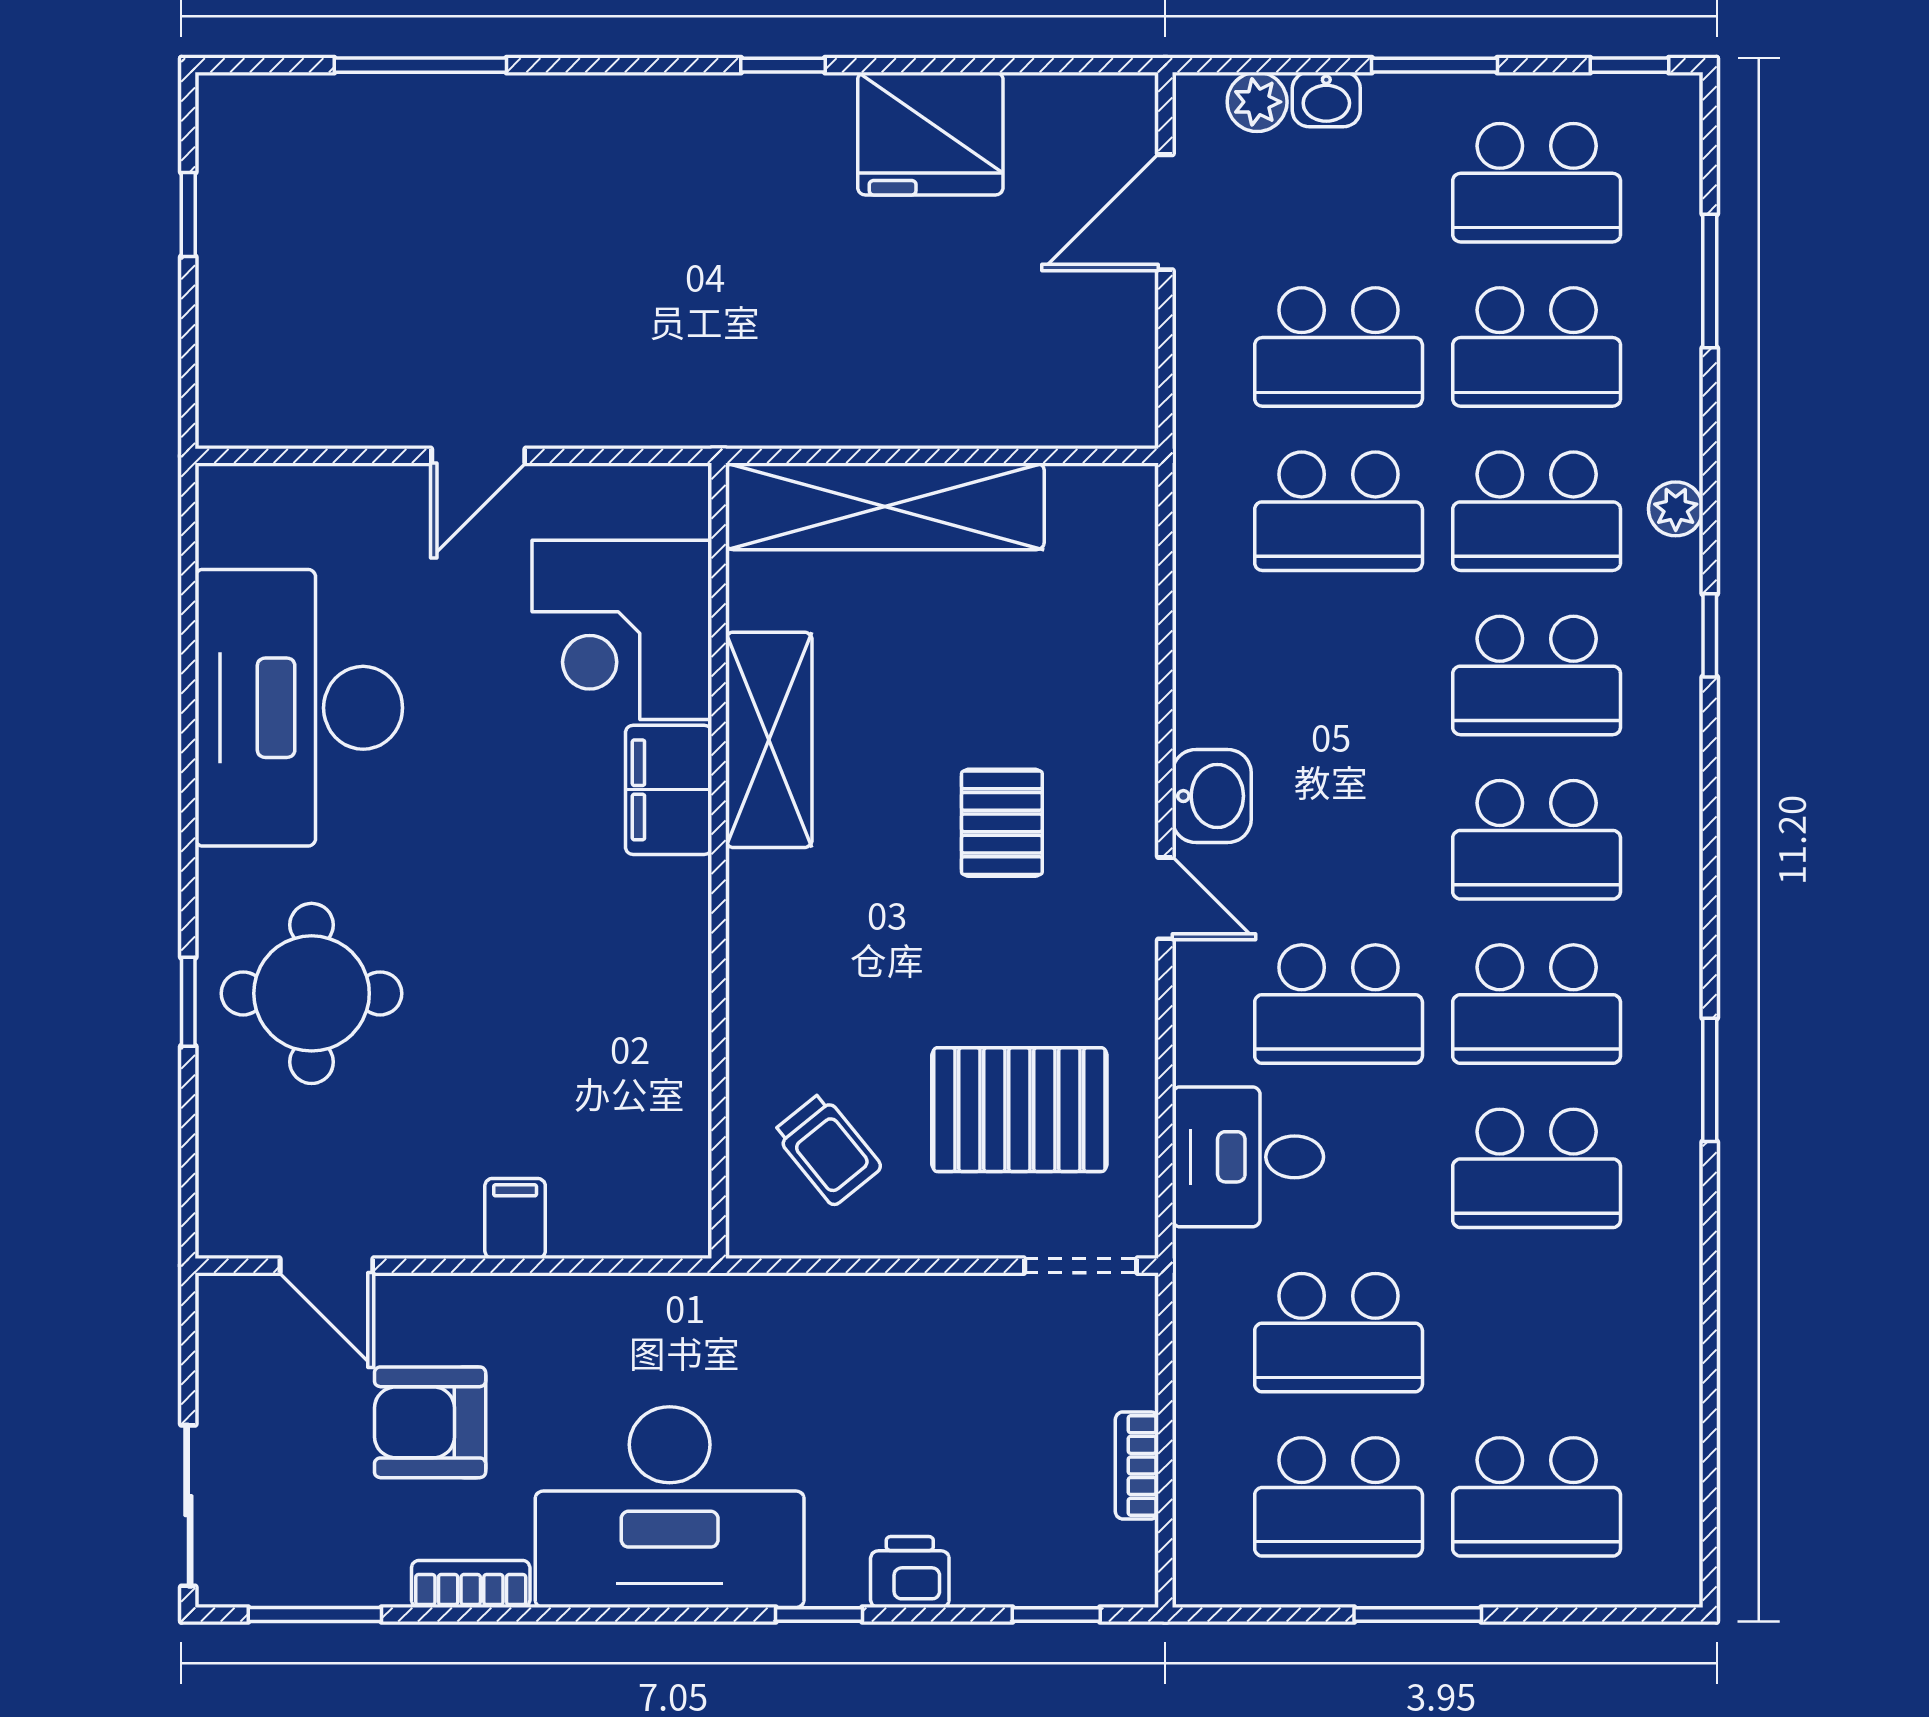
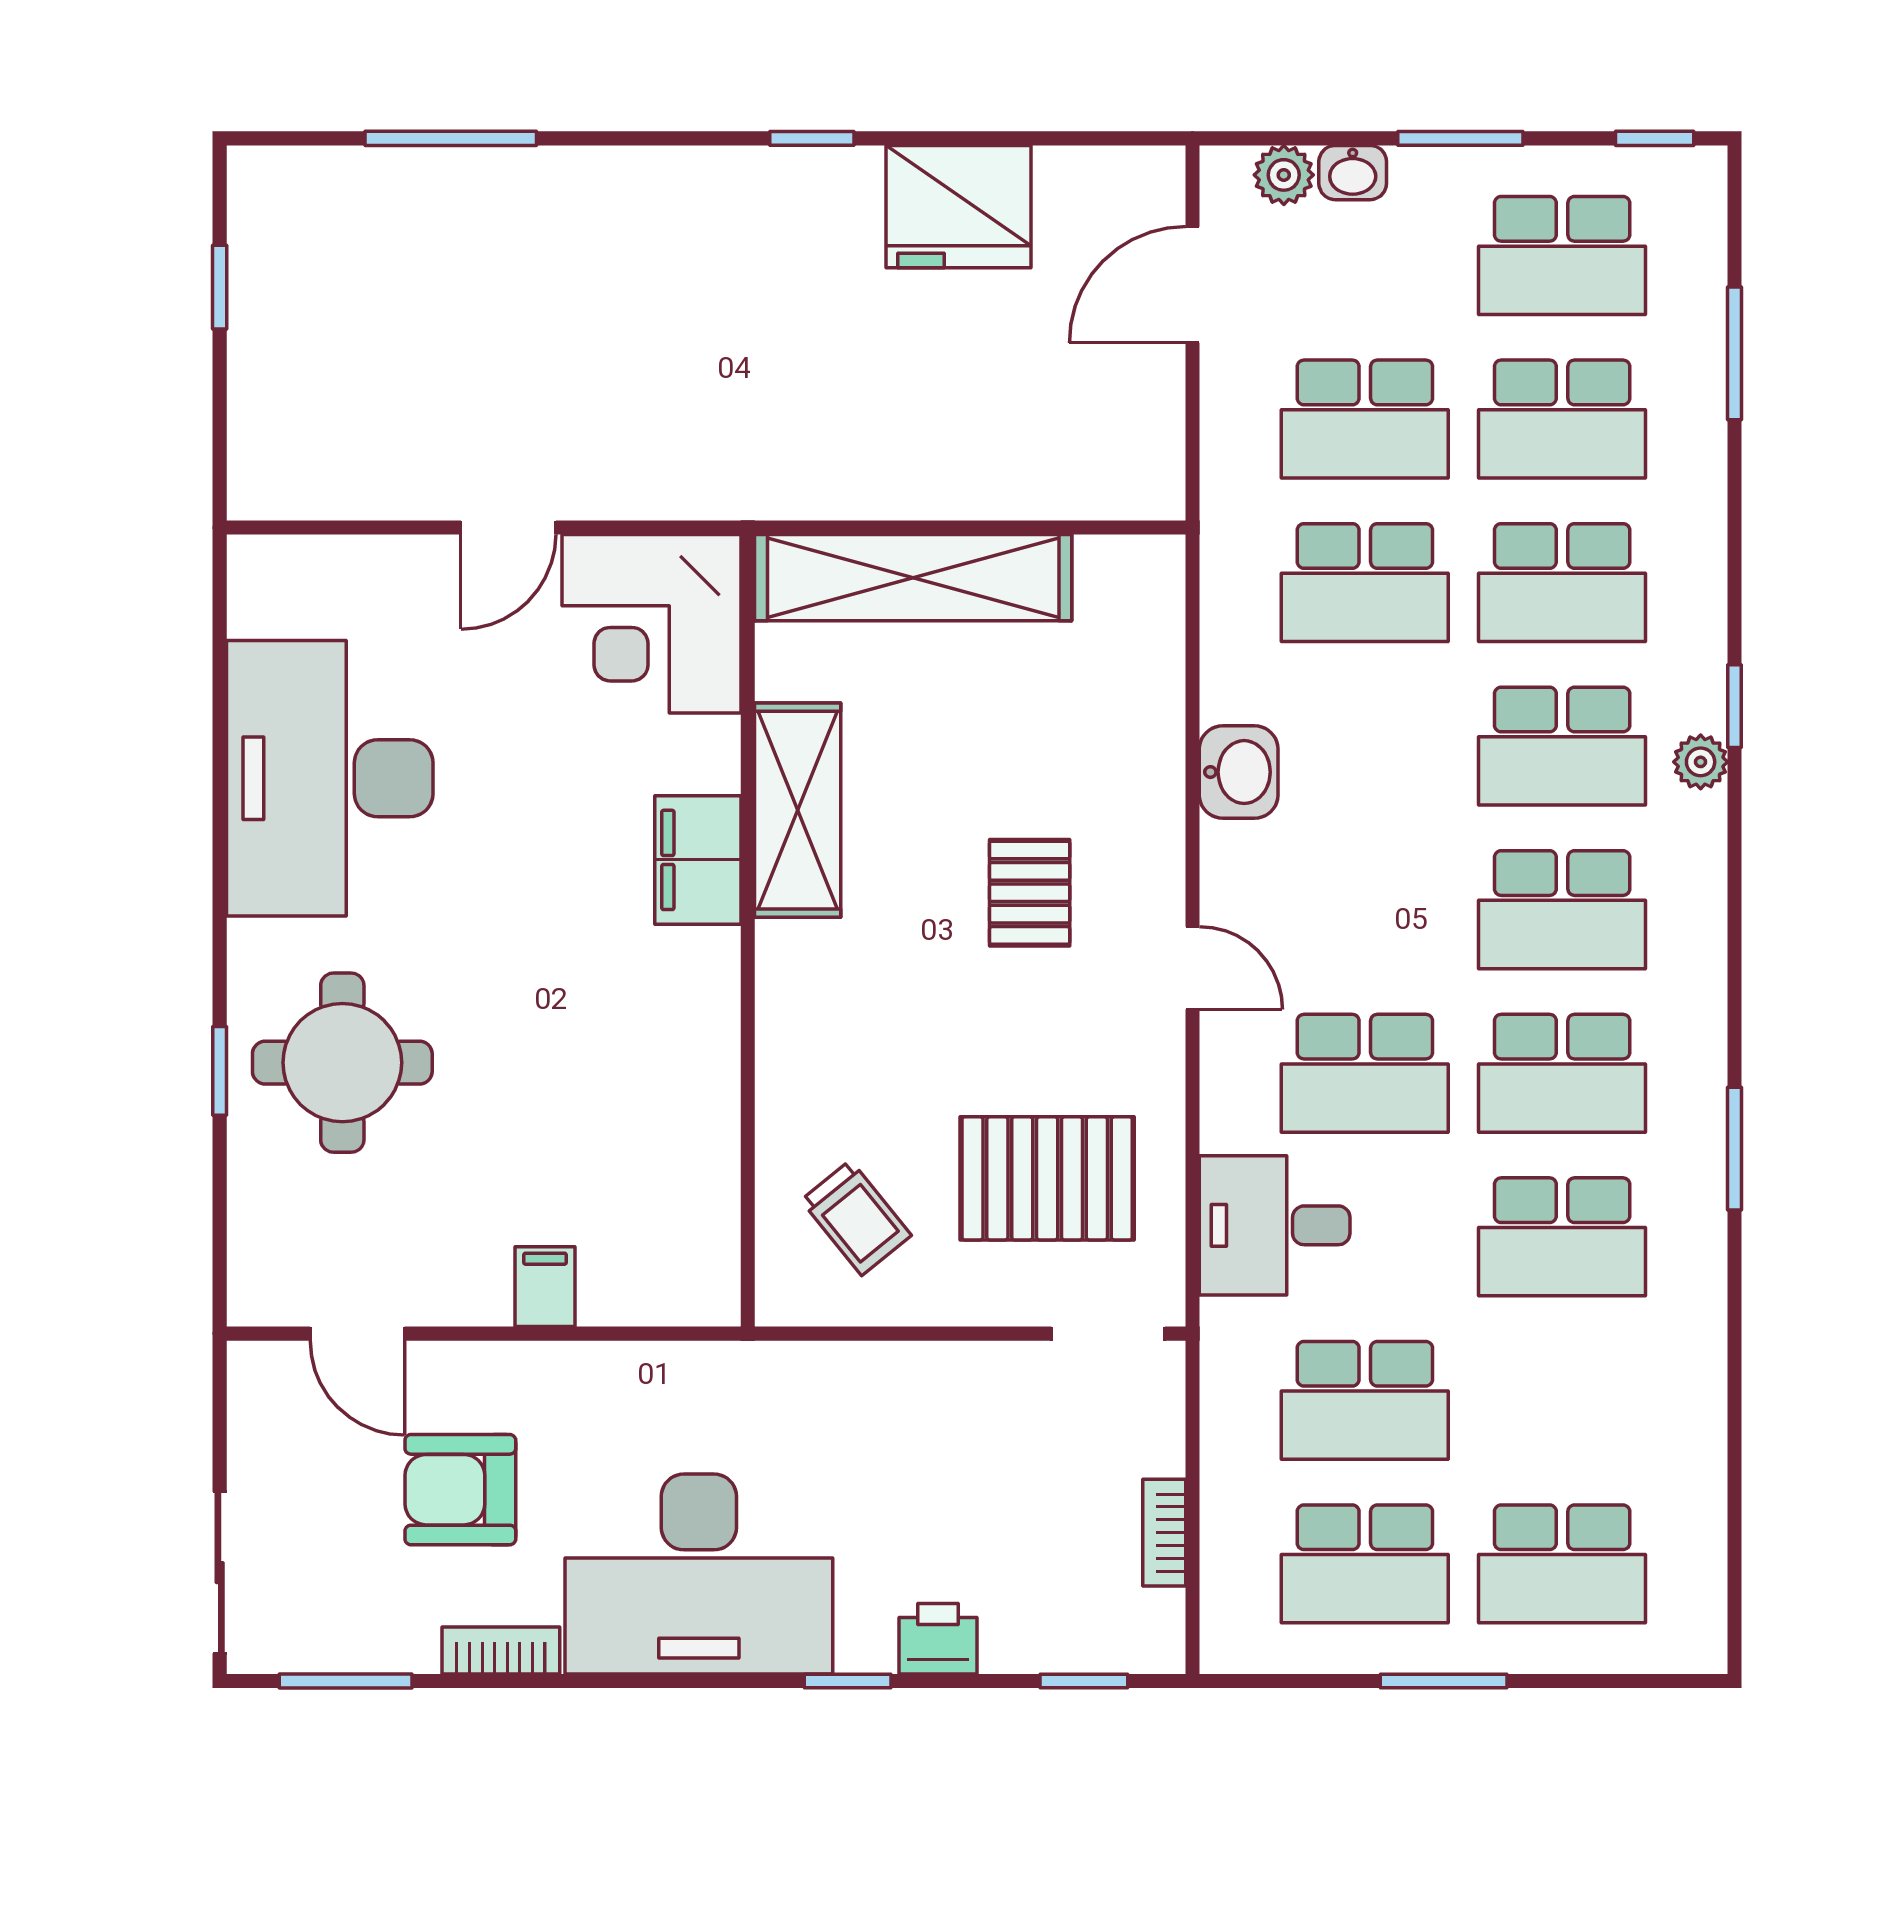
plant: (1676, 509) -> (1701, 762), moved
corner desk: (622, 630) -> (651, 624), moved
washbasin: (1212, 796) -> (1239, 772), moved

